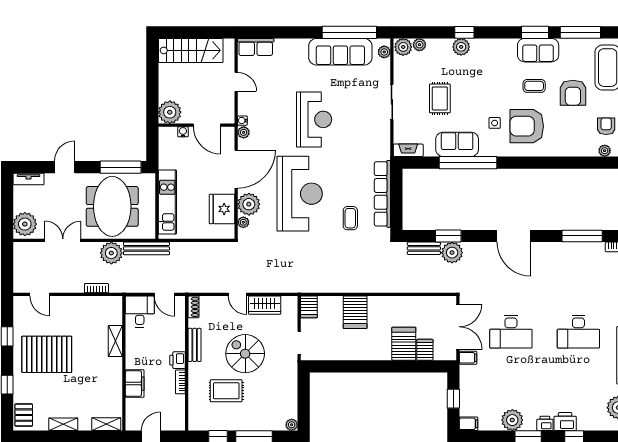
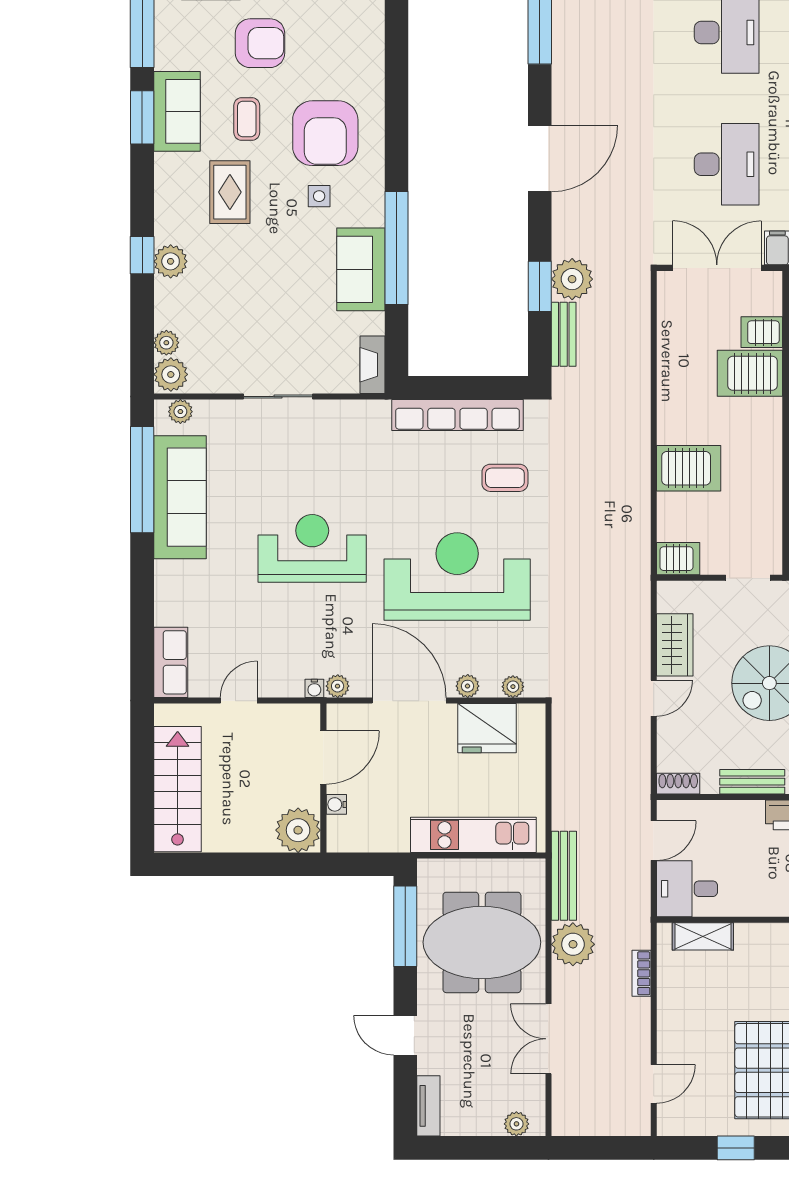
rug: (440, 98) -> (230, 192), moved, turned 90
plant: (249, 204) -> (468, 686), width x0.53, depth x0.53
plant: (25, 224) -> (516, 1124), width x0.53, depth x0.53
shelving: (115, 341) -> (703, 936), moved

